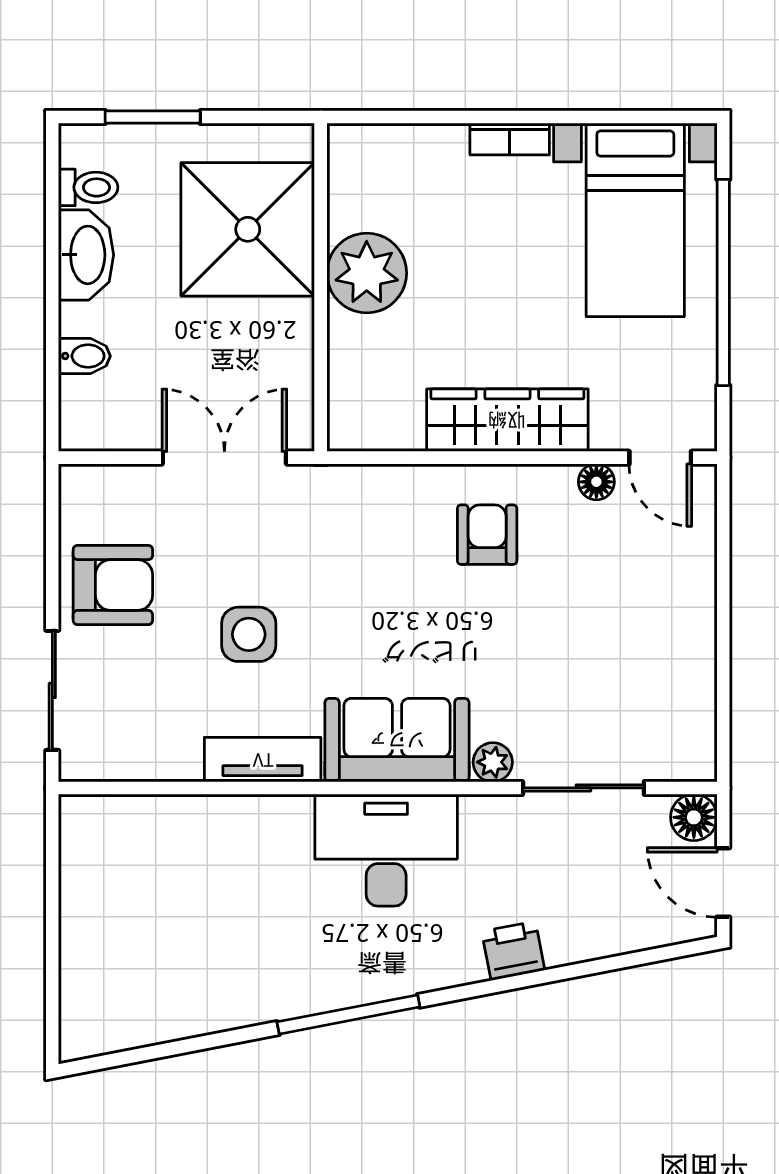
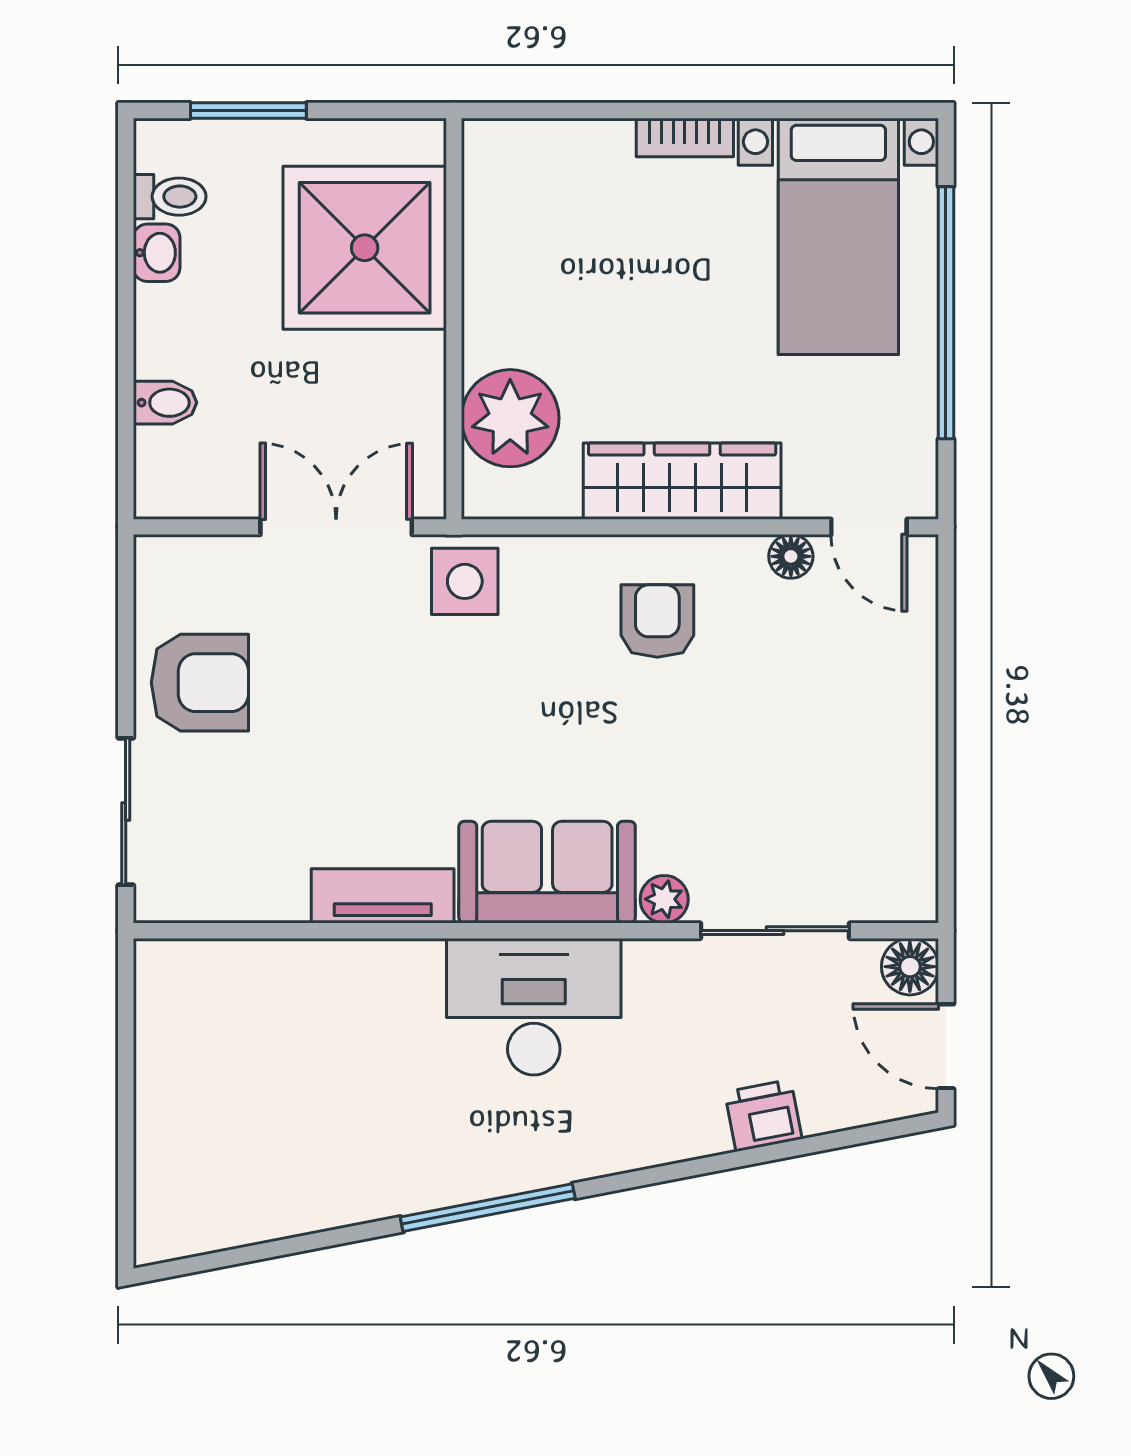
washbasin: (86, 255) -> (157, 253), width x0.52, depth x0.69
plant: (367, 273) -> (510, 418), moved
side table: (249, 634) -> (465, 581), moved
printer: (513, 951) -> (763, 1115), moved

